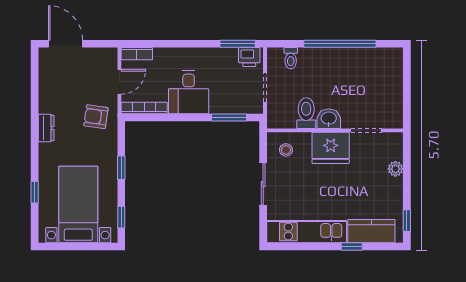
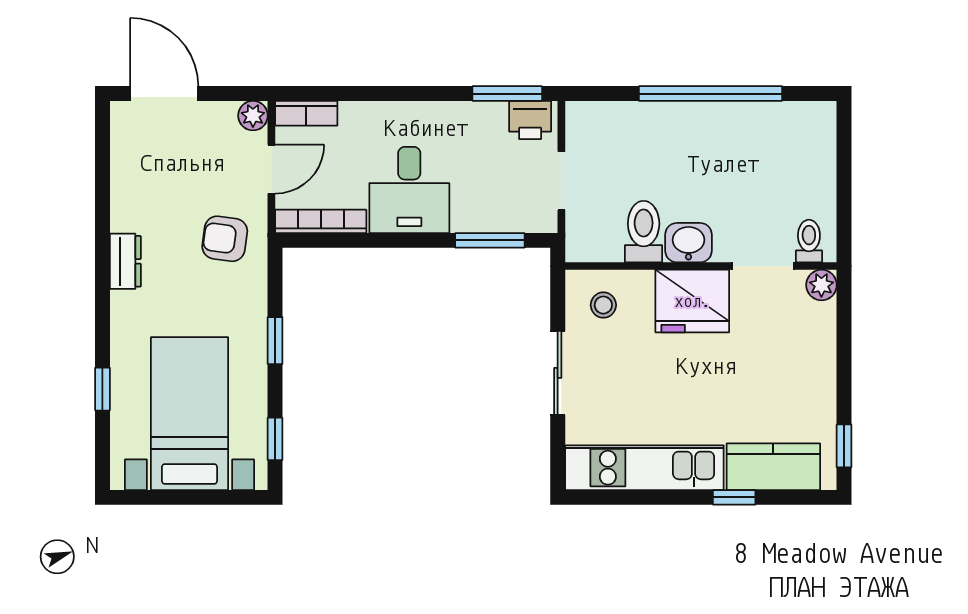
plant: (110, 55) -> (253, 116), added
toilet: (291, 58) -> (809, 241), moved, turned 180
plant: (395, 169) -> (821, 285), moved

